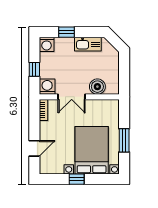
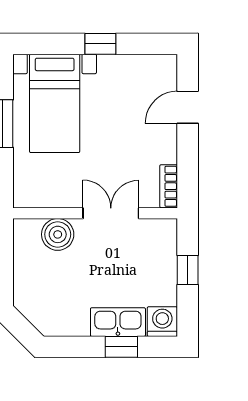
kitchen sink: (88, 44) -> (118, 322), moved
washing machine: (47, 87) -> (161, 234), removed
bed with nightstands: (92, 150) -> (55, 103), width x0.73

